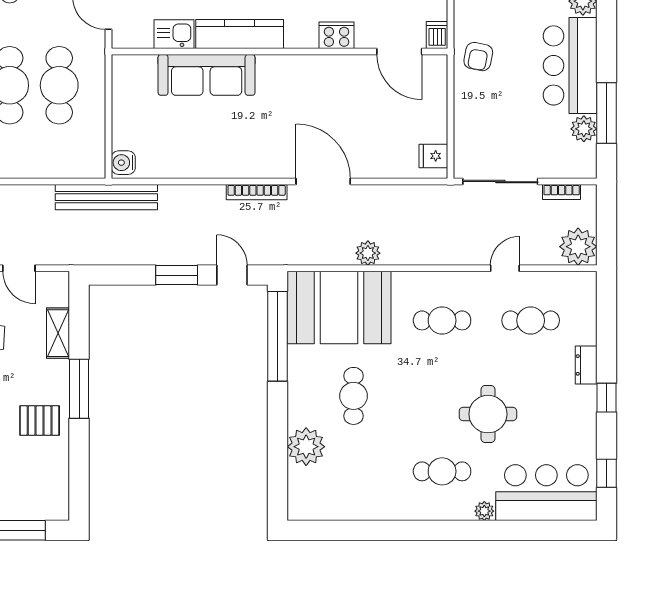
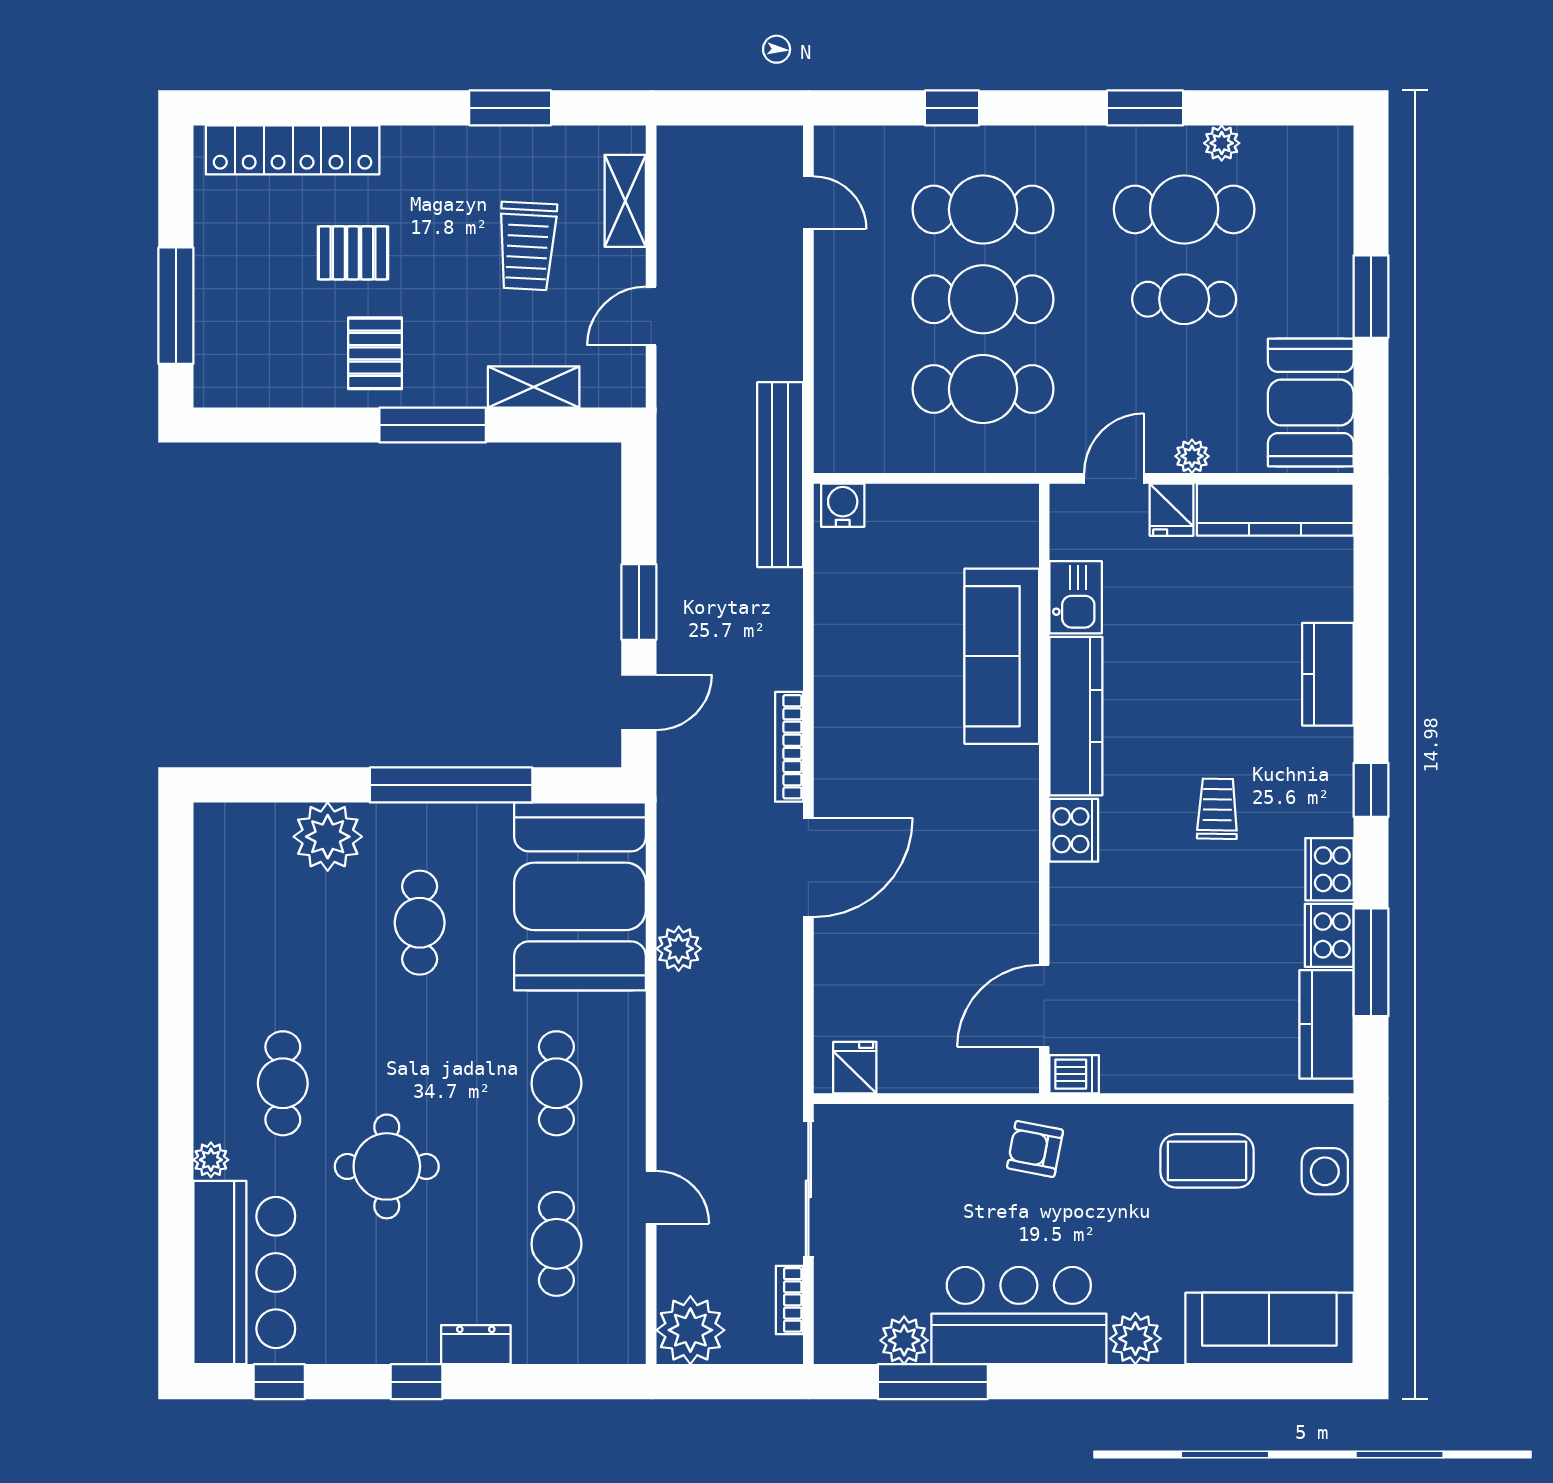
cooker: (337, 35) -> (1074, 830), moved
window: (278, 336) -> (451, 785), moved
cafe table: (354, 396) -> (420, 923), turned 90

